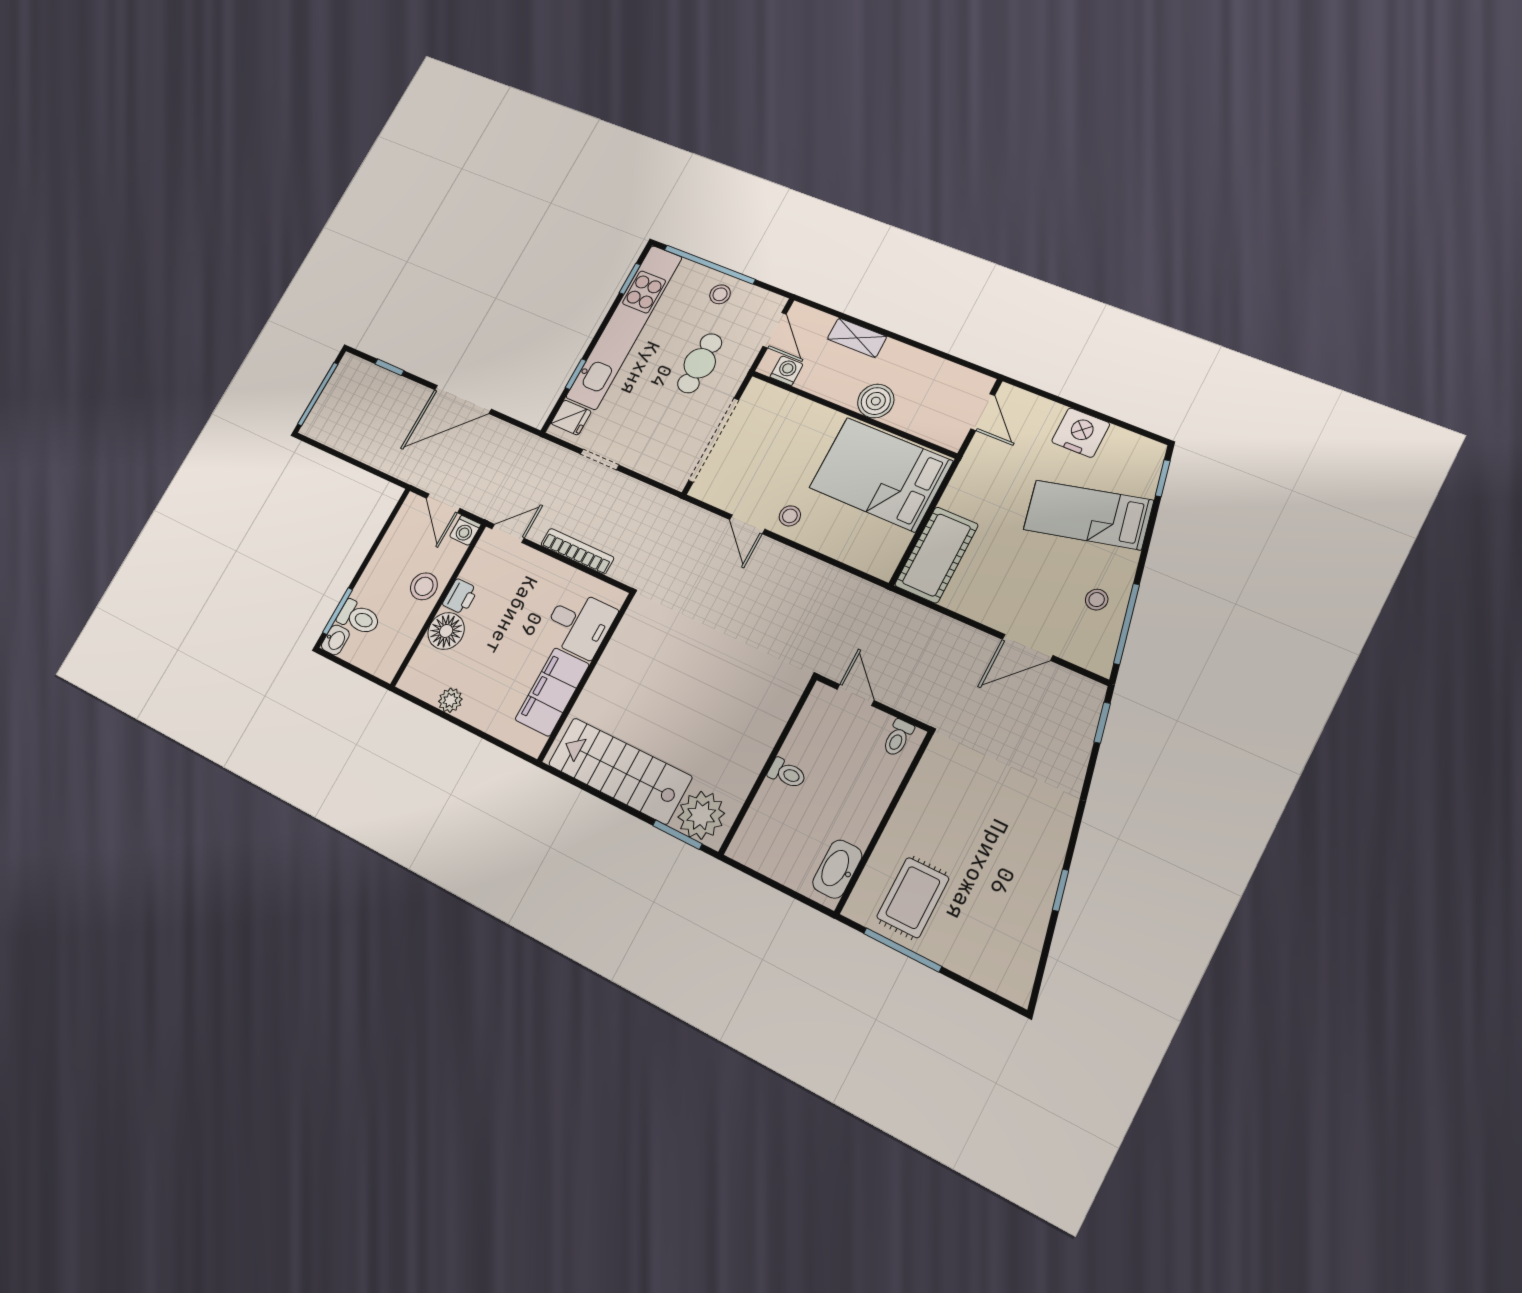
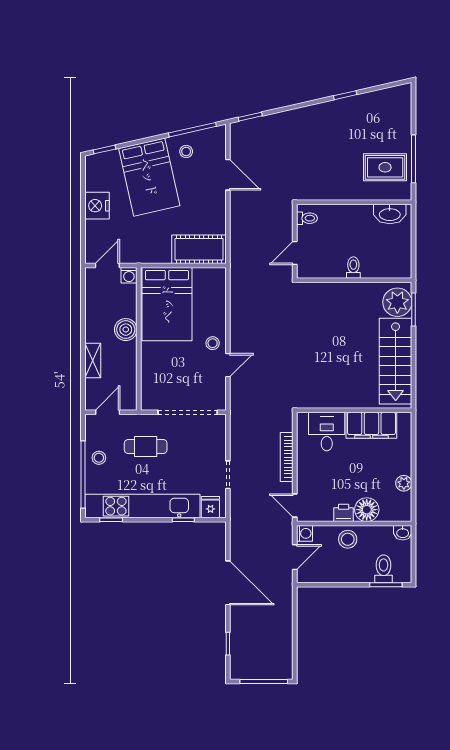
washing machine: (787, 371) -> (129, 275), moved, turned -90
bed: (1088, 515) -> (149, 177), width x1.50
washbasin: (335, 640) -> (403, 533), moved, turned 180

